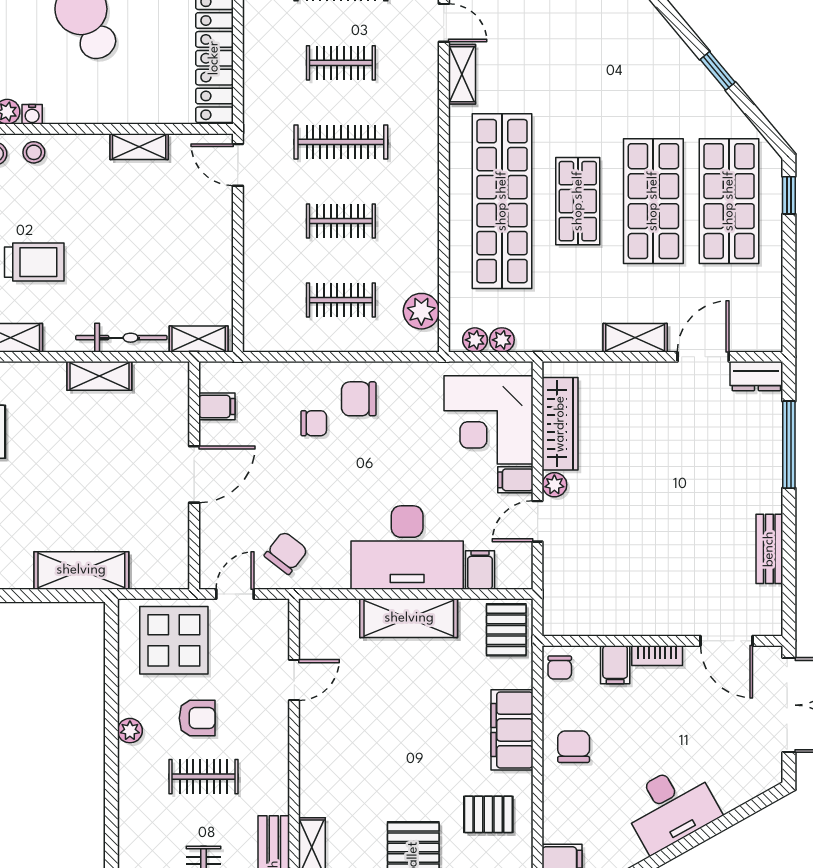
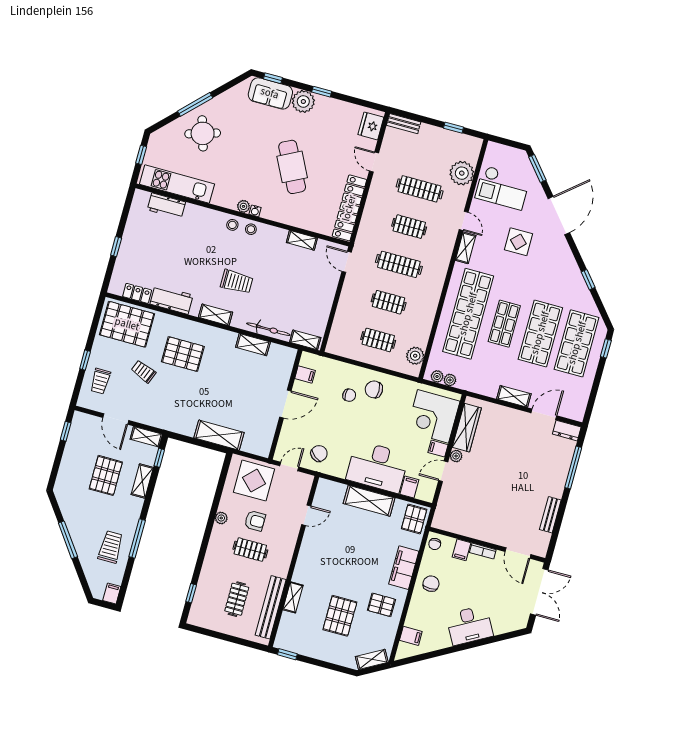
display table: (562, 34) -> (518, 242), added

